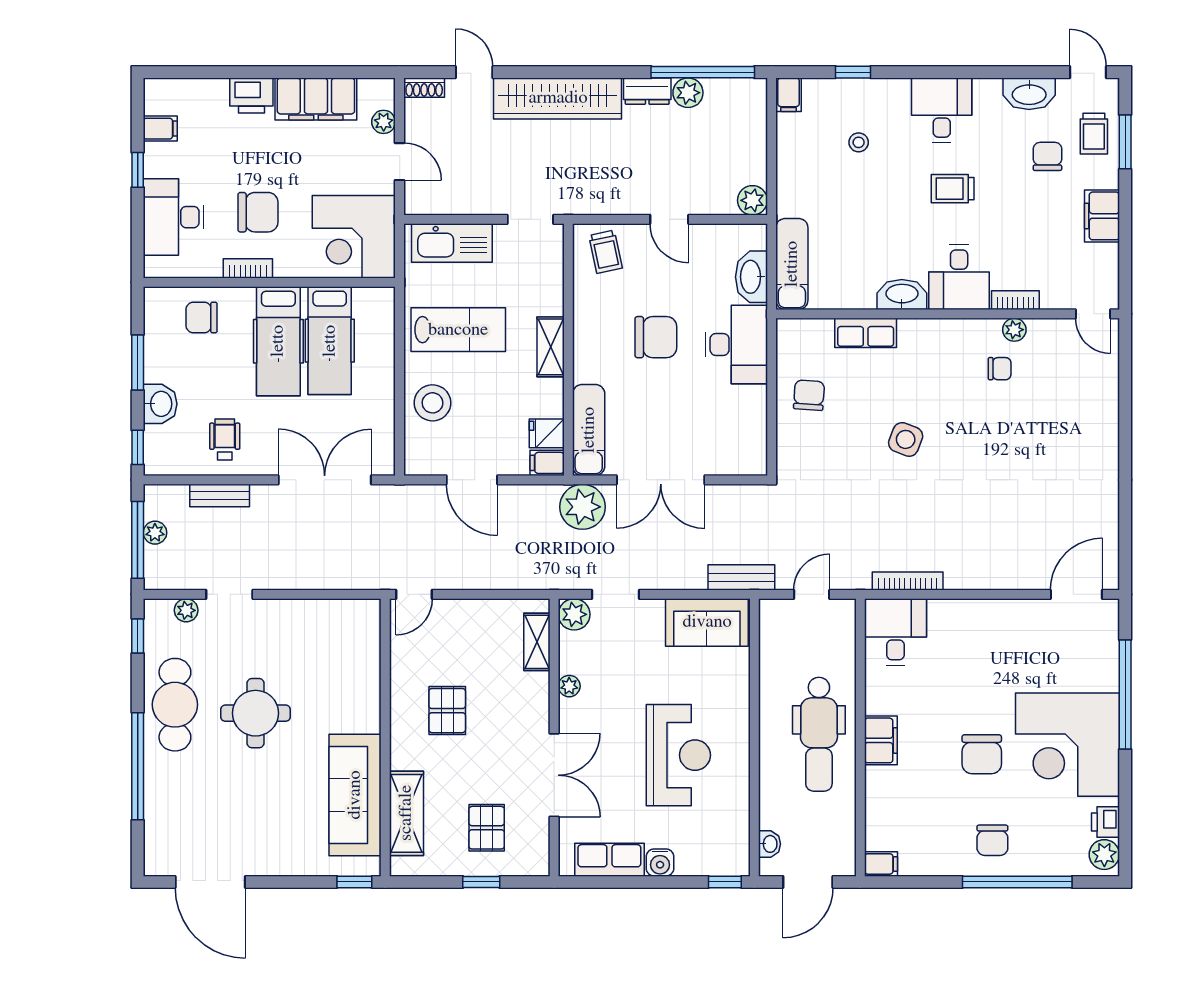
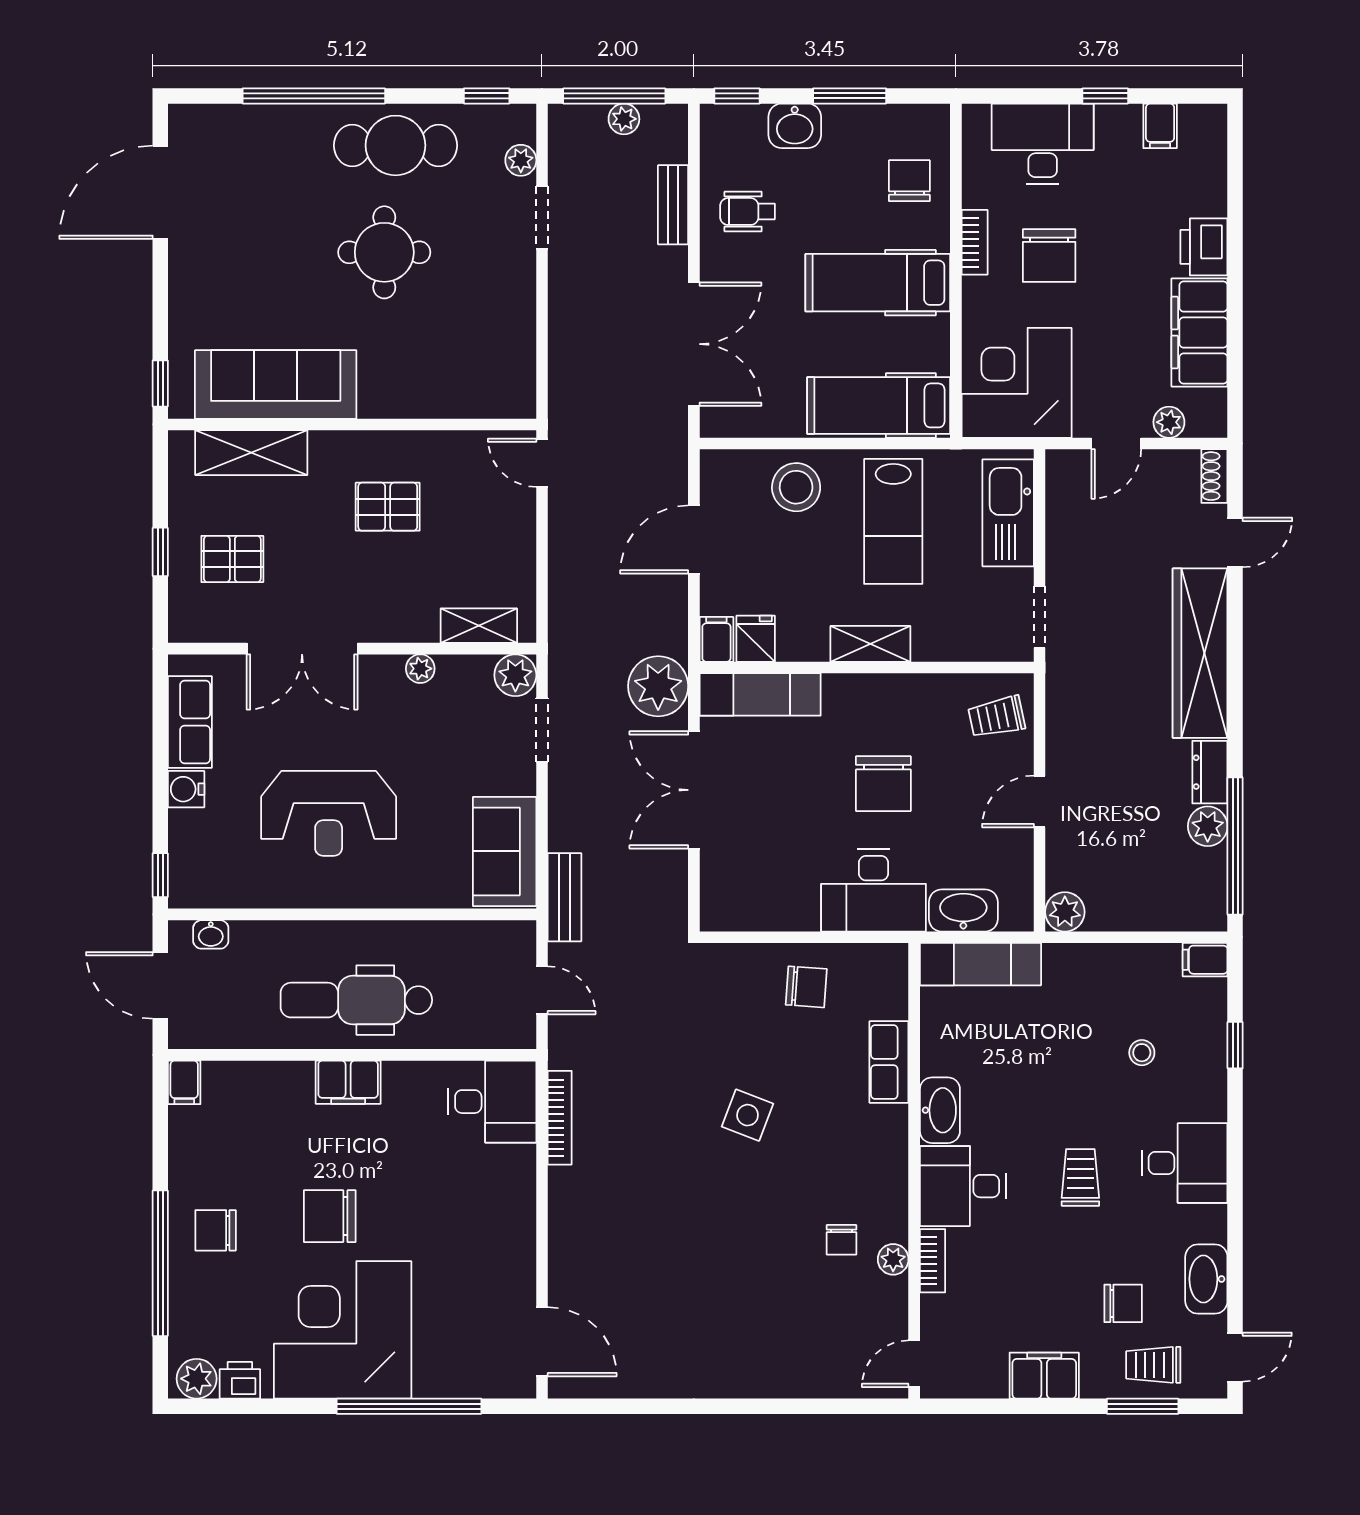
hospital bed: (330, 341) -> (879, 405), moved
wheelchair: (225, 439) -> (747, 211), turned 180

